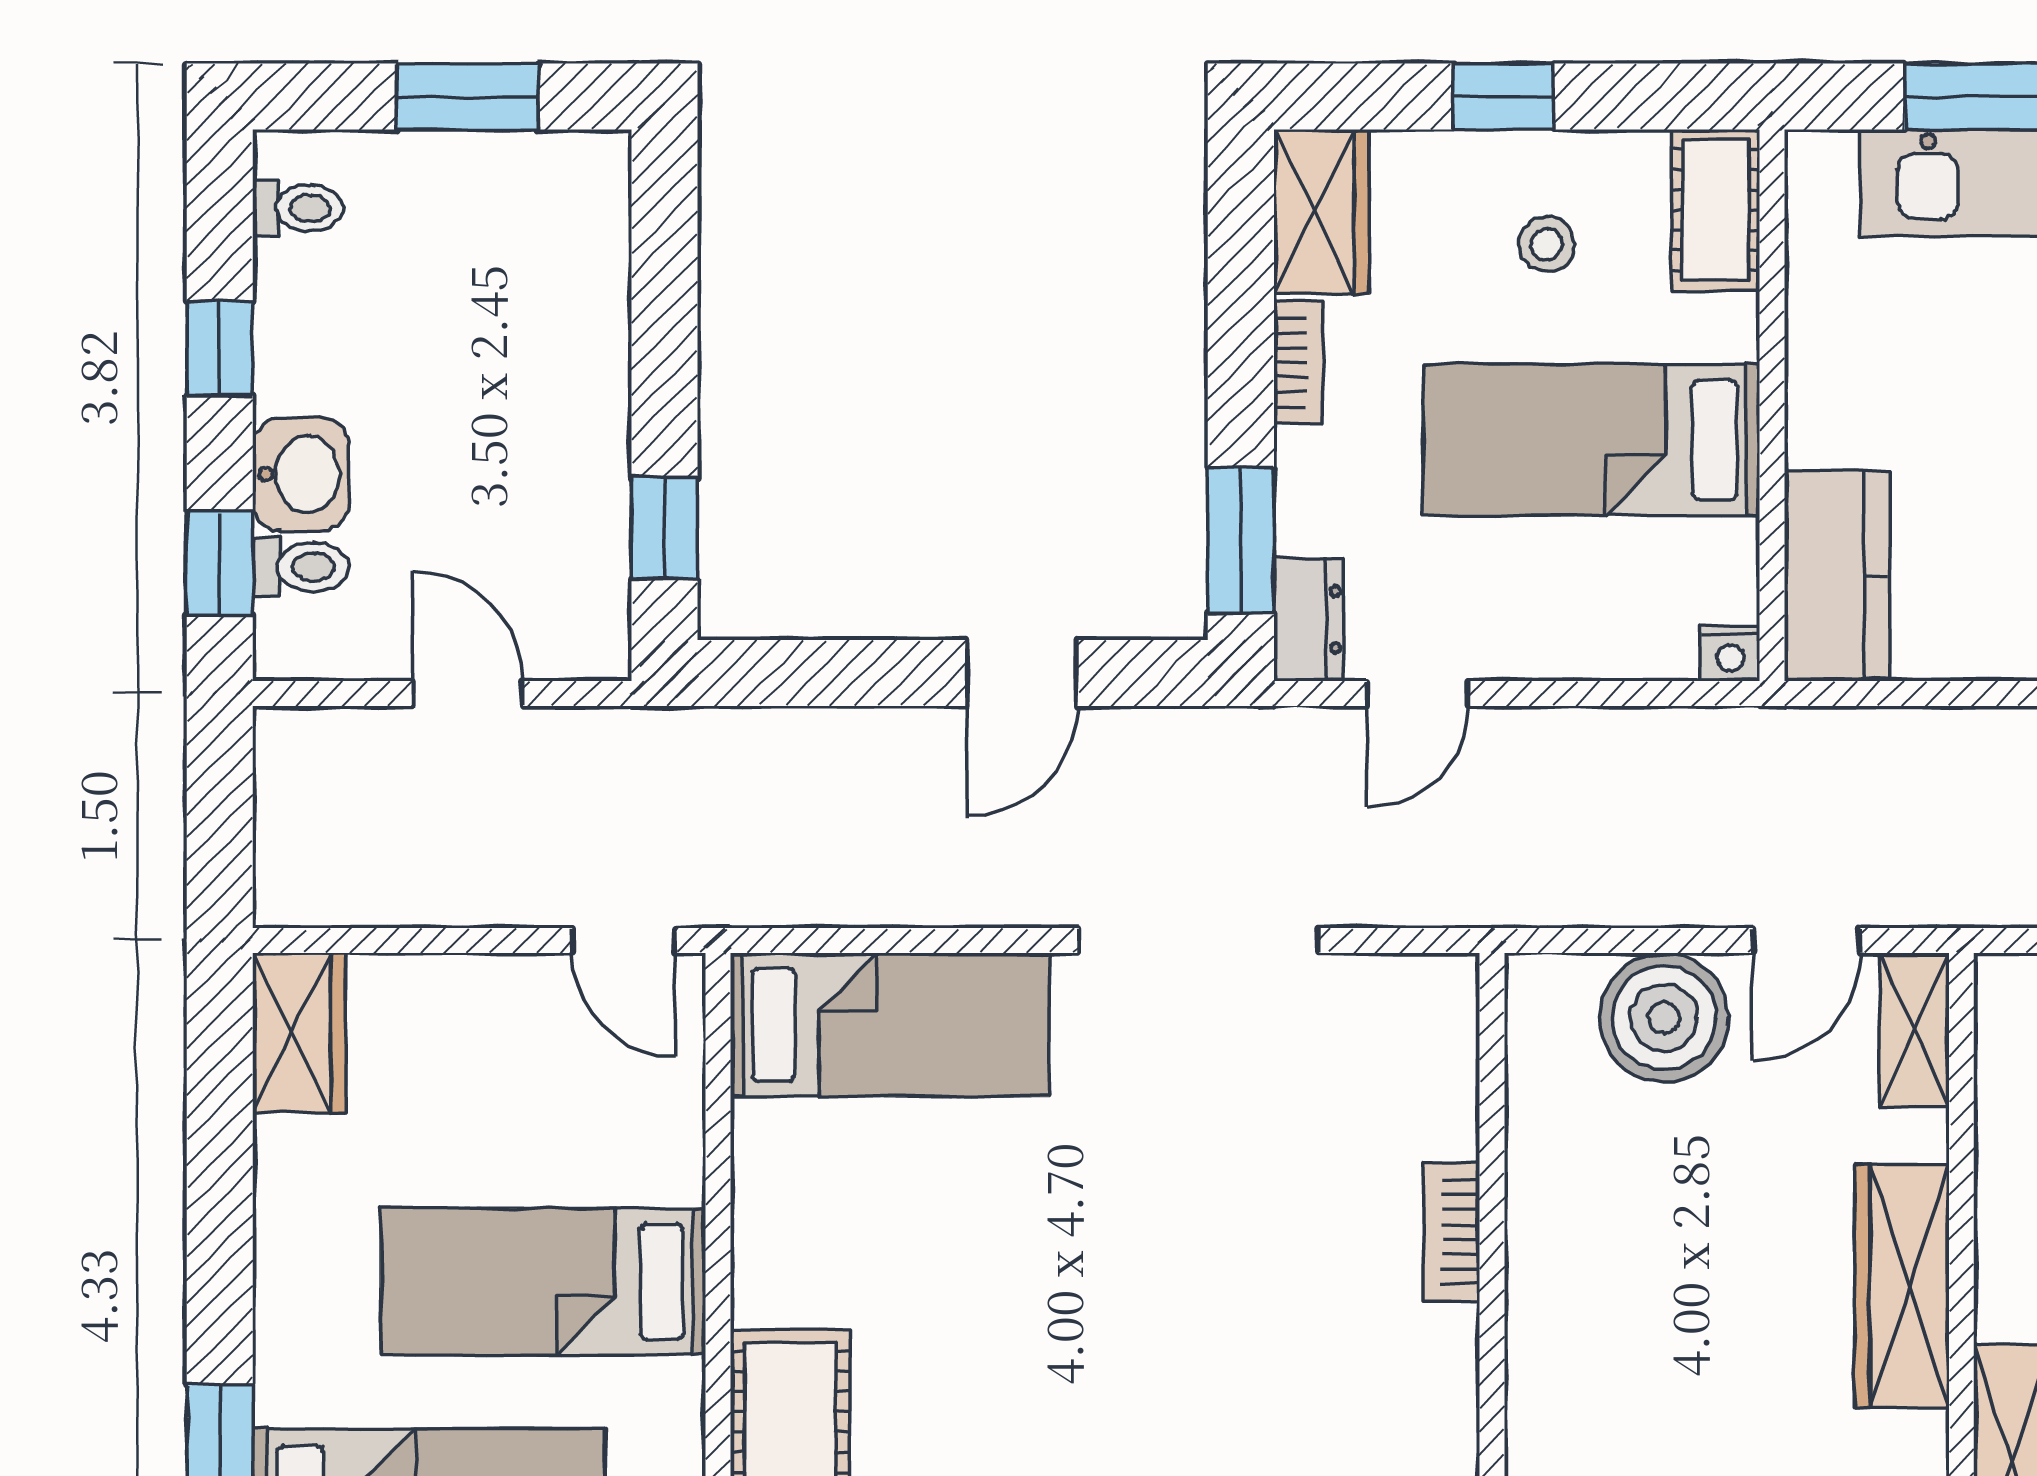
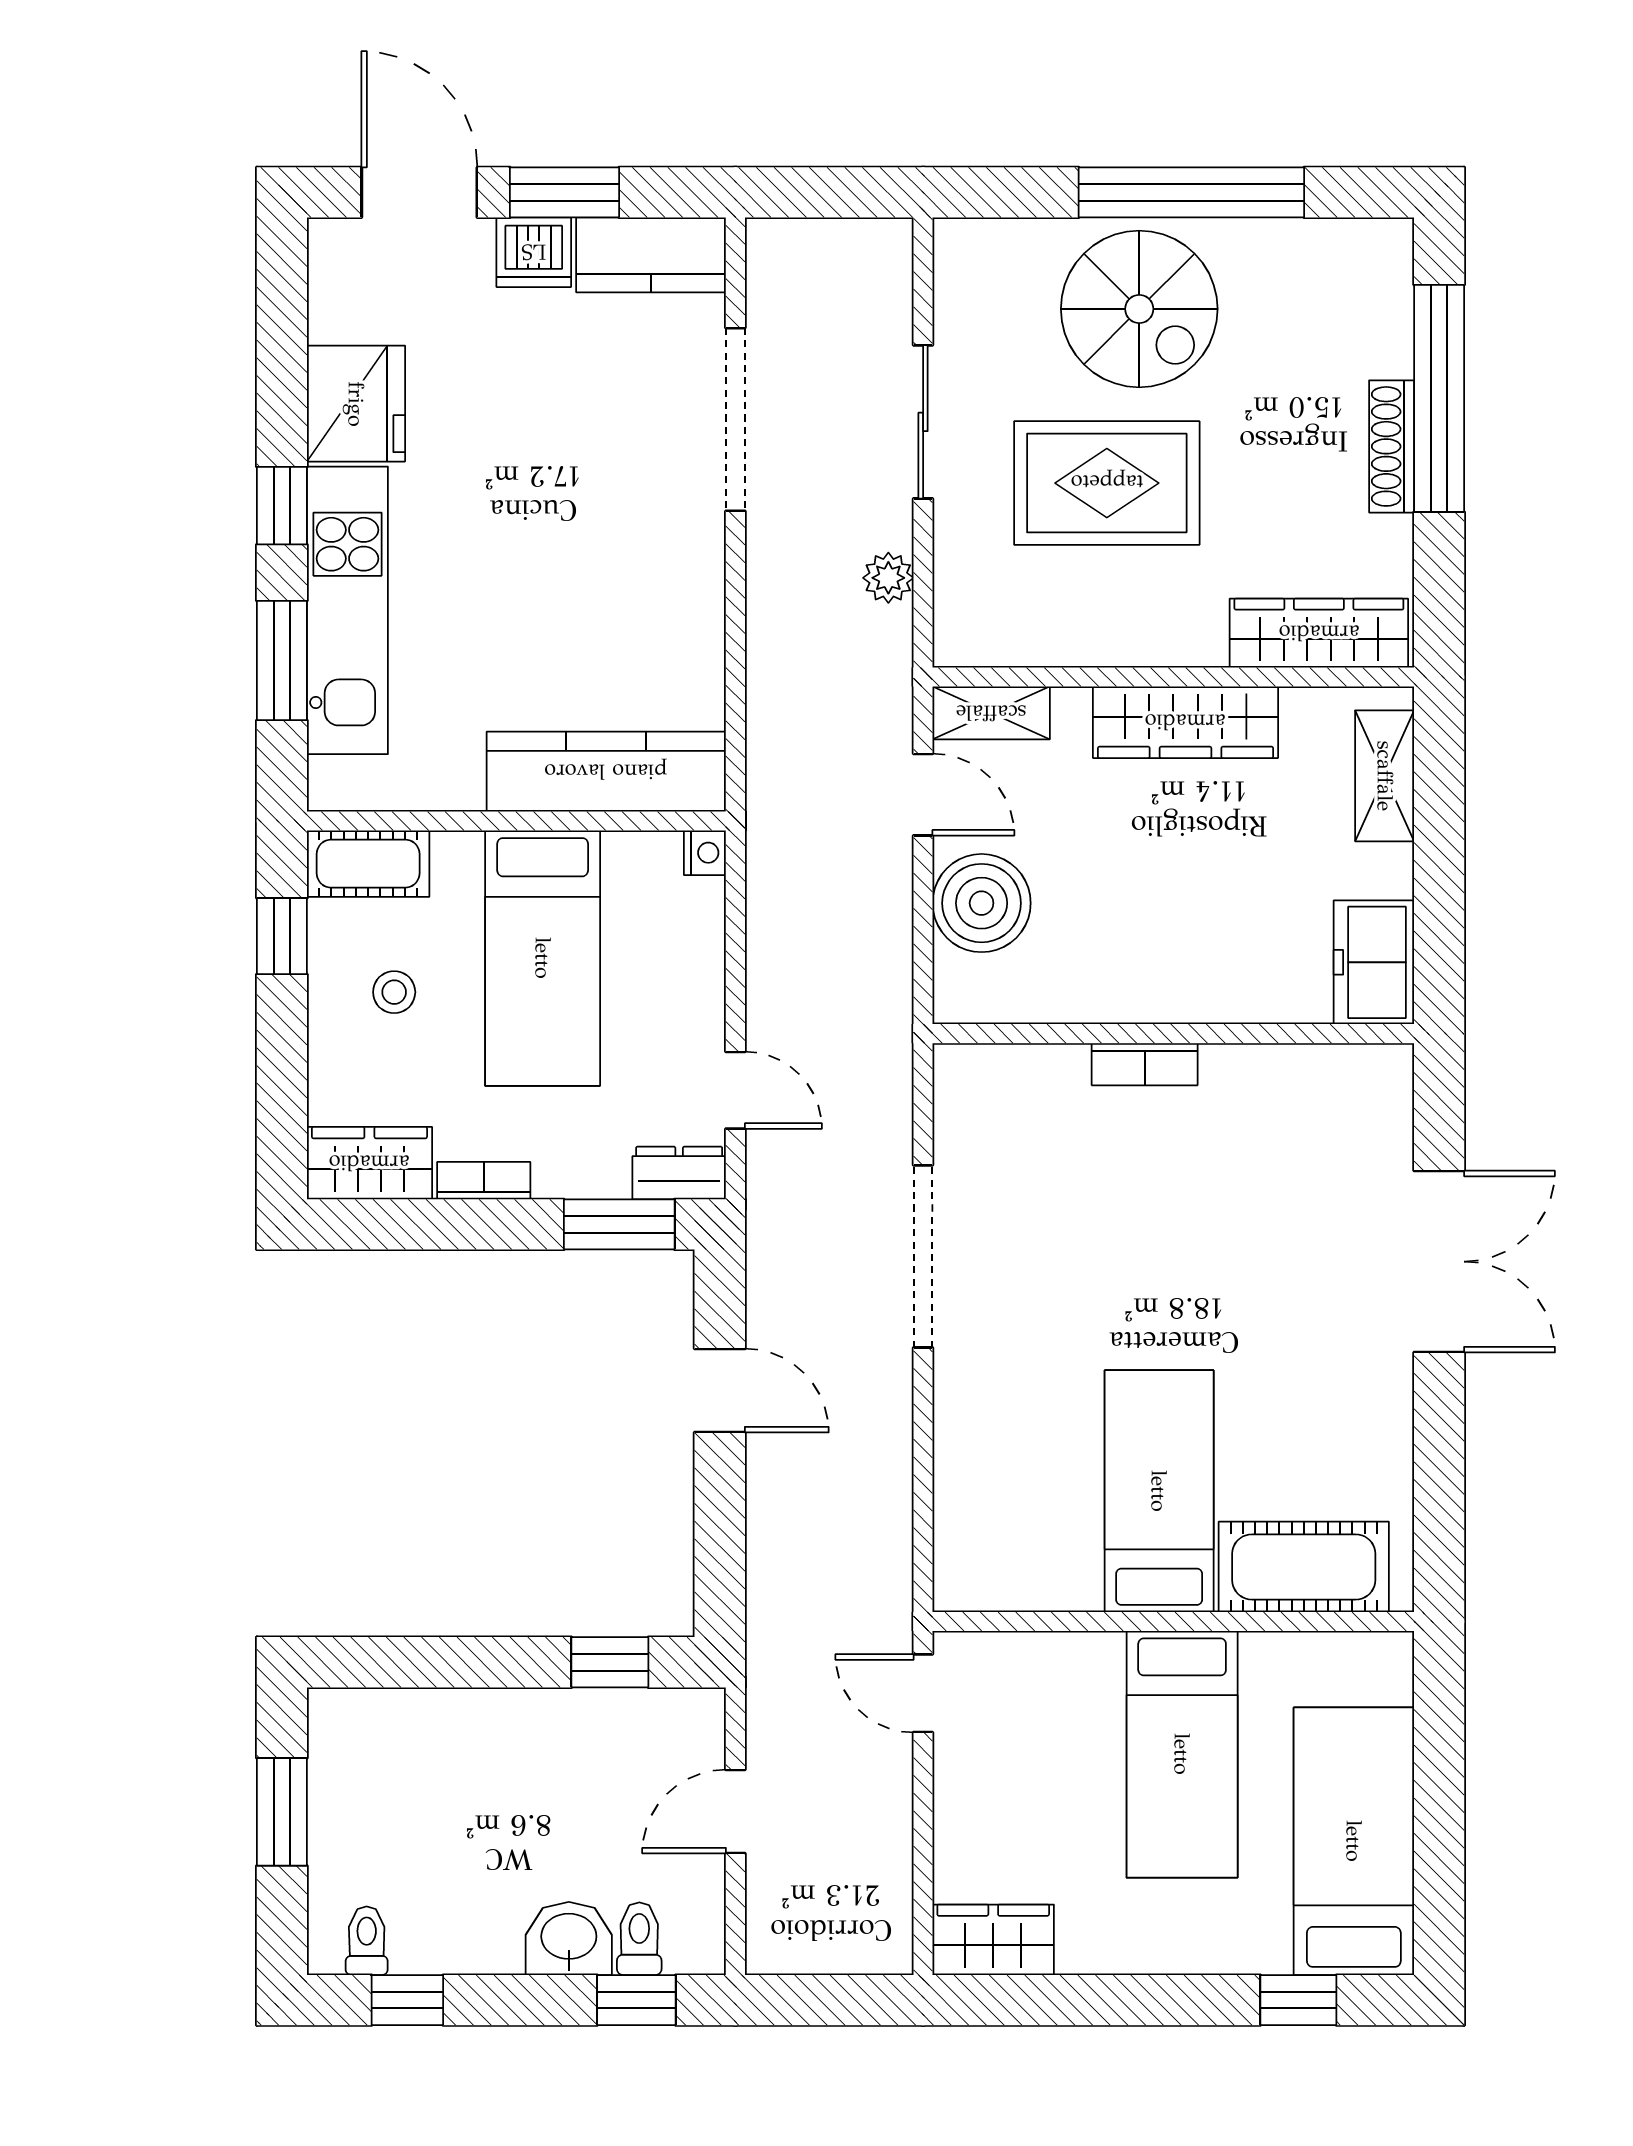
window: (1503, 97) -> (282, 936), moved
window: (220, 348) -> (407, 2000), moved
kitchen counter: (1837, 576) -> (606, 772), width x1.50
door: (624, 941) -> (923, 1693), swing flipped
bed: (890, 1025) -> (1159, 1491), moved

